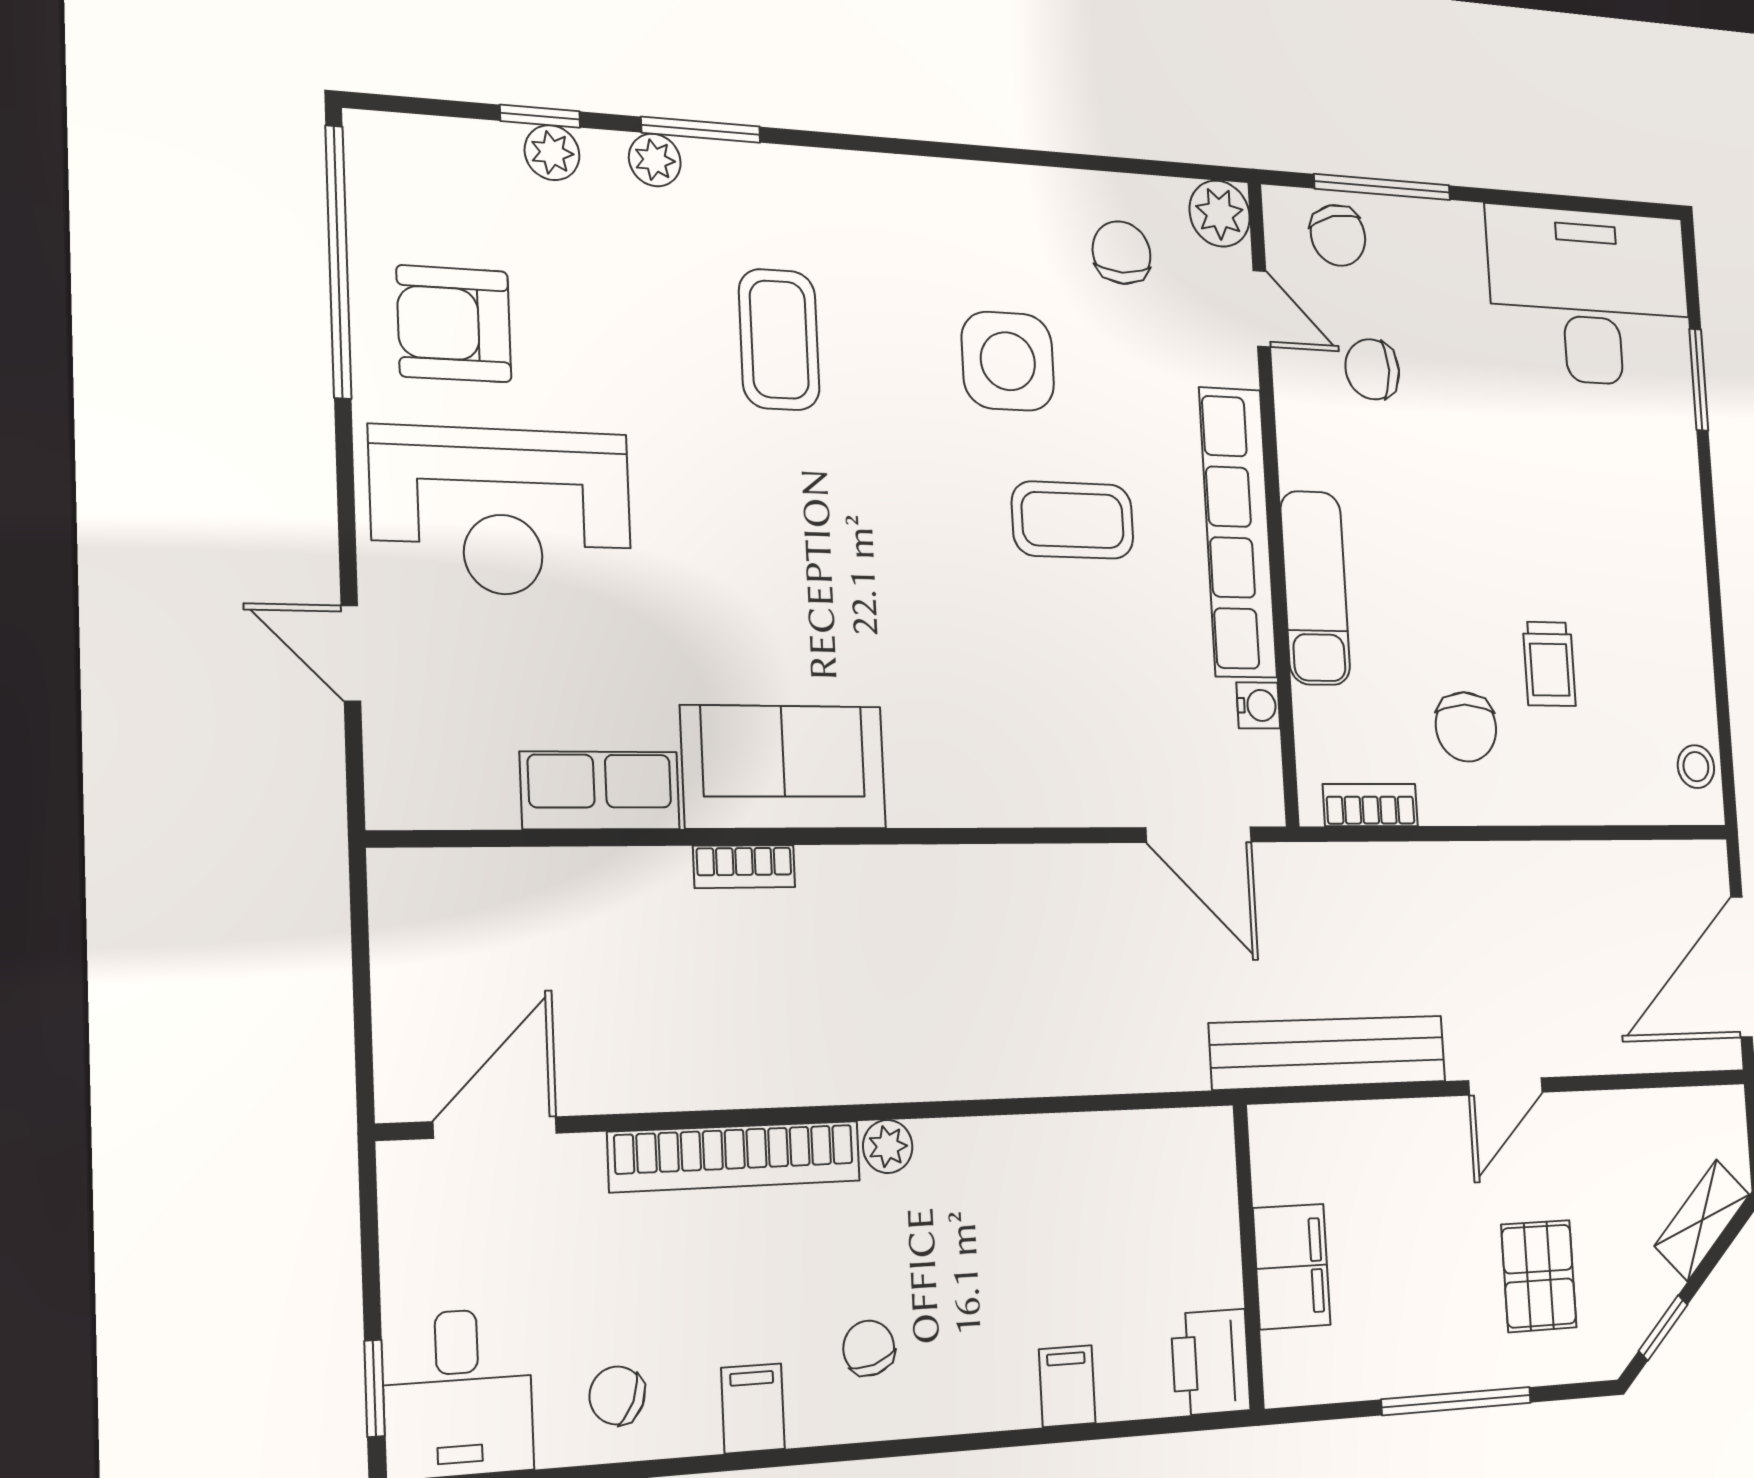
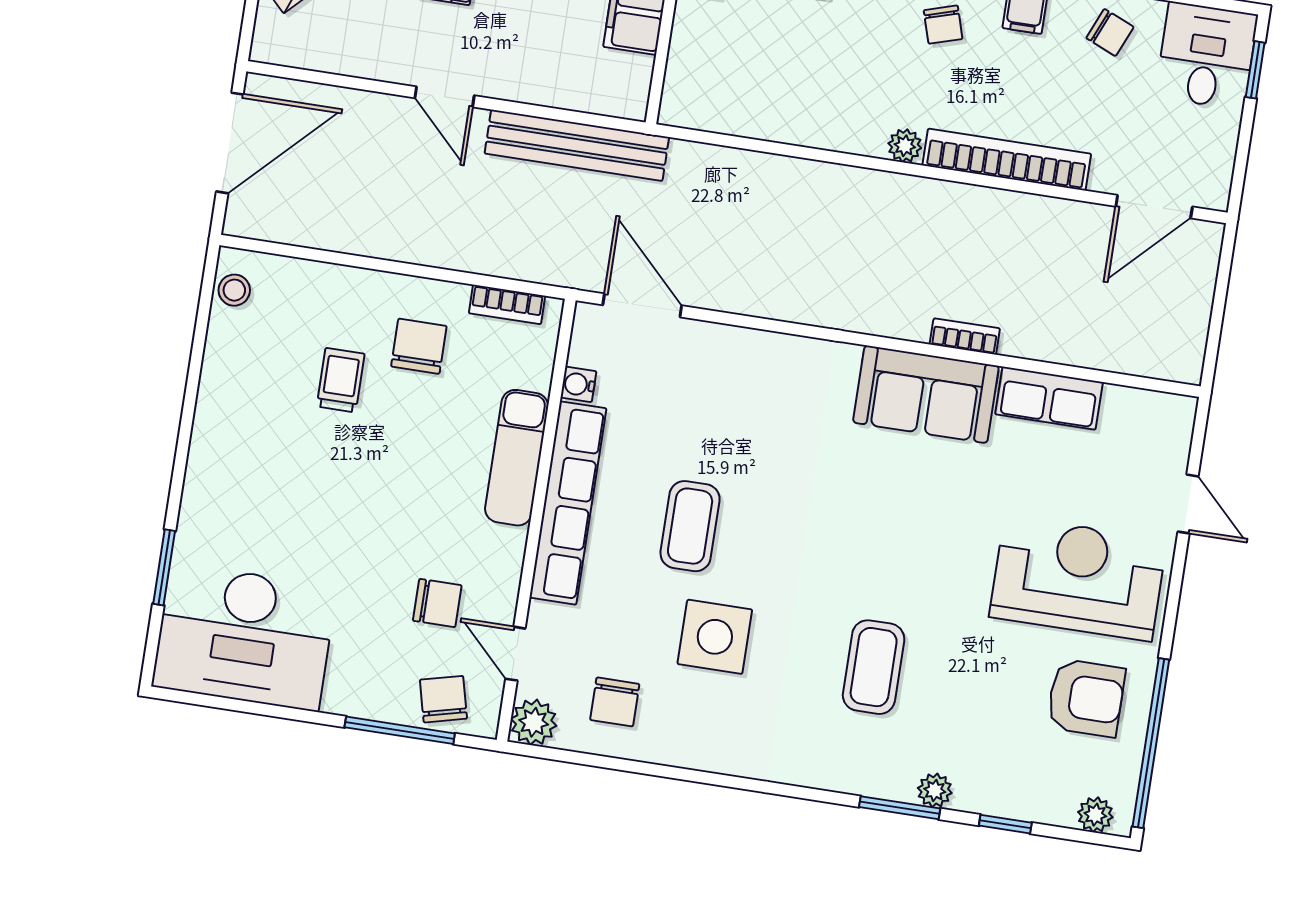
plant: (552, 153) -> (1095, 815), moved
coffee table: (1073, 520) -> (690, 526), turned 90
door: (1505, 1086) -> (444, 97), swing flipped

